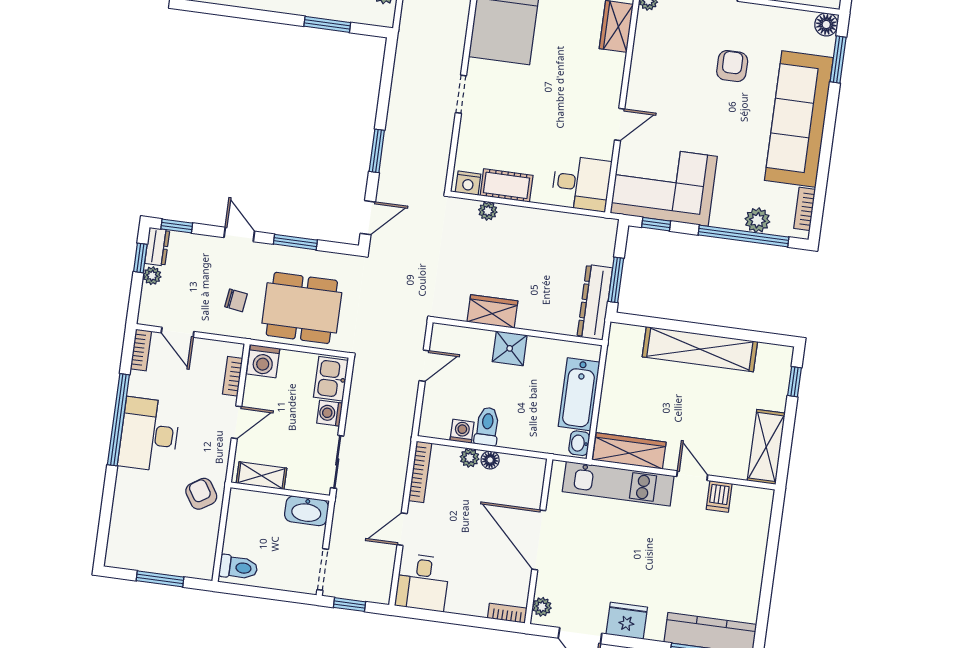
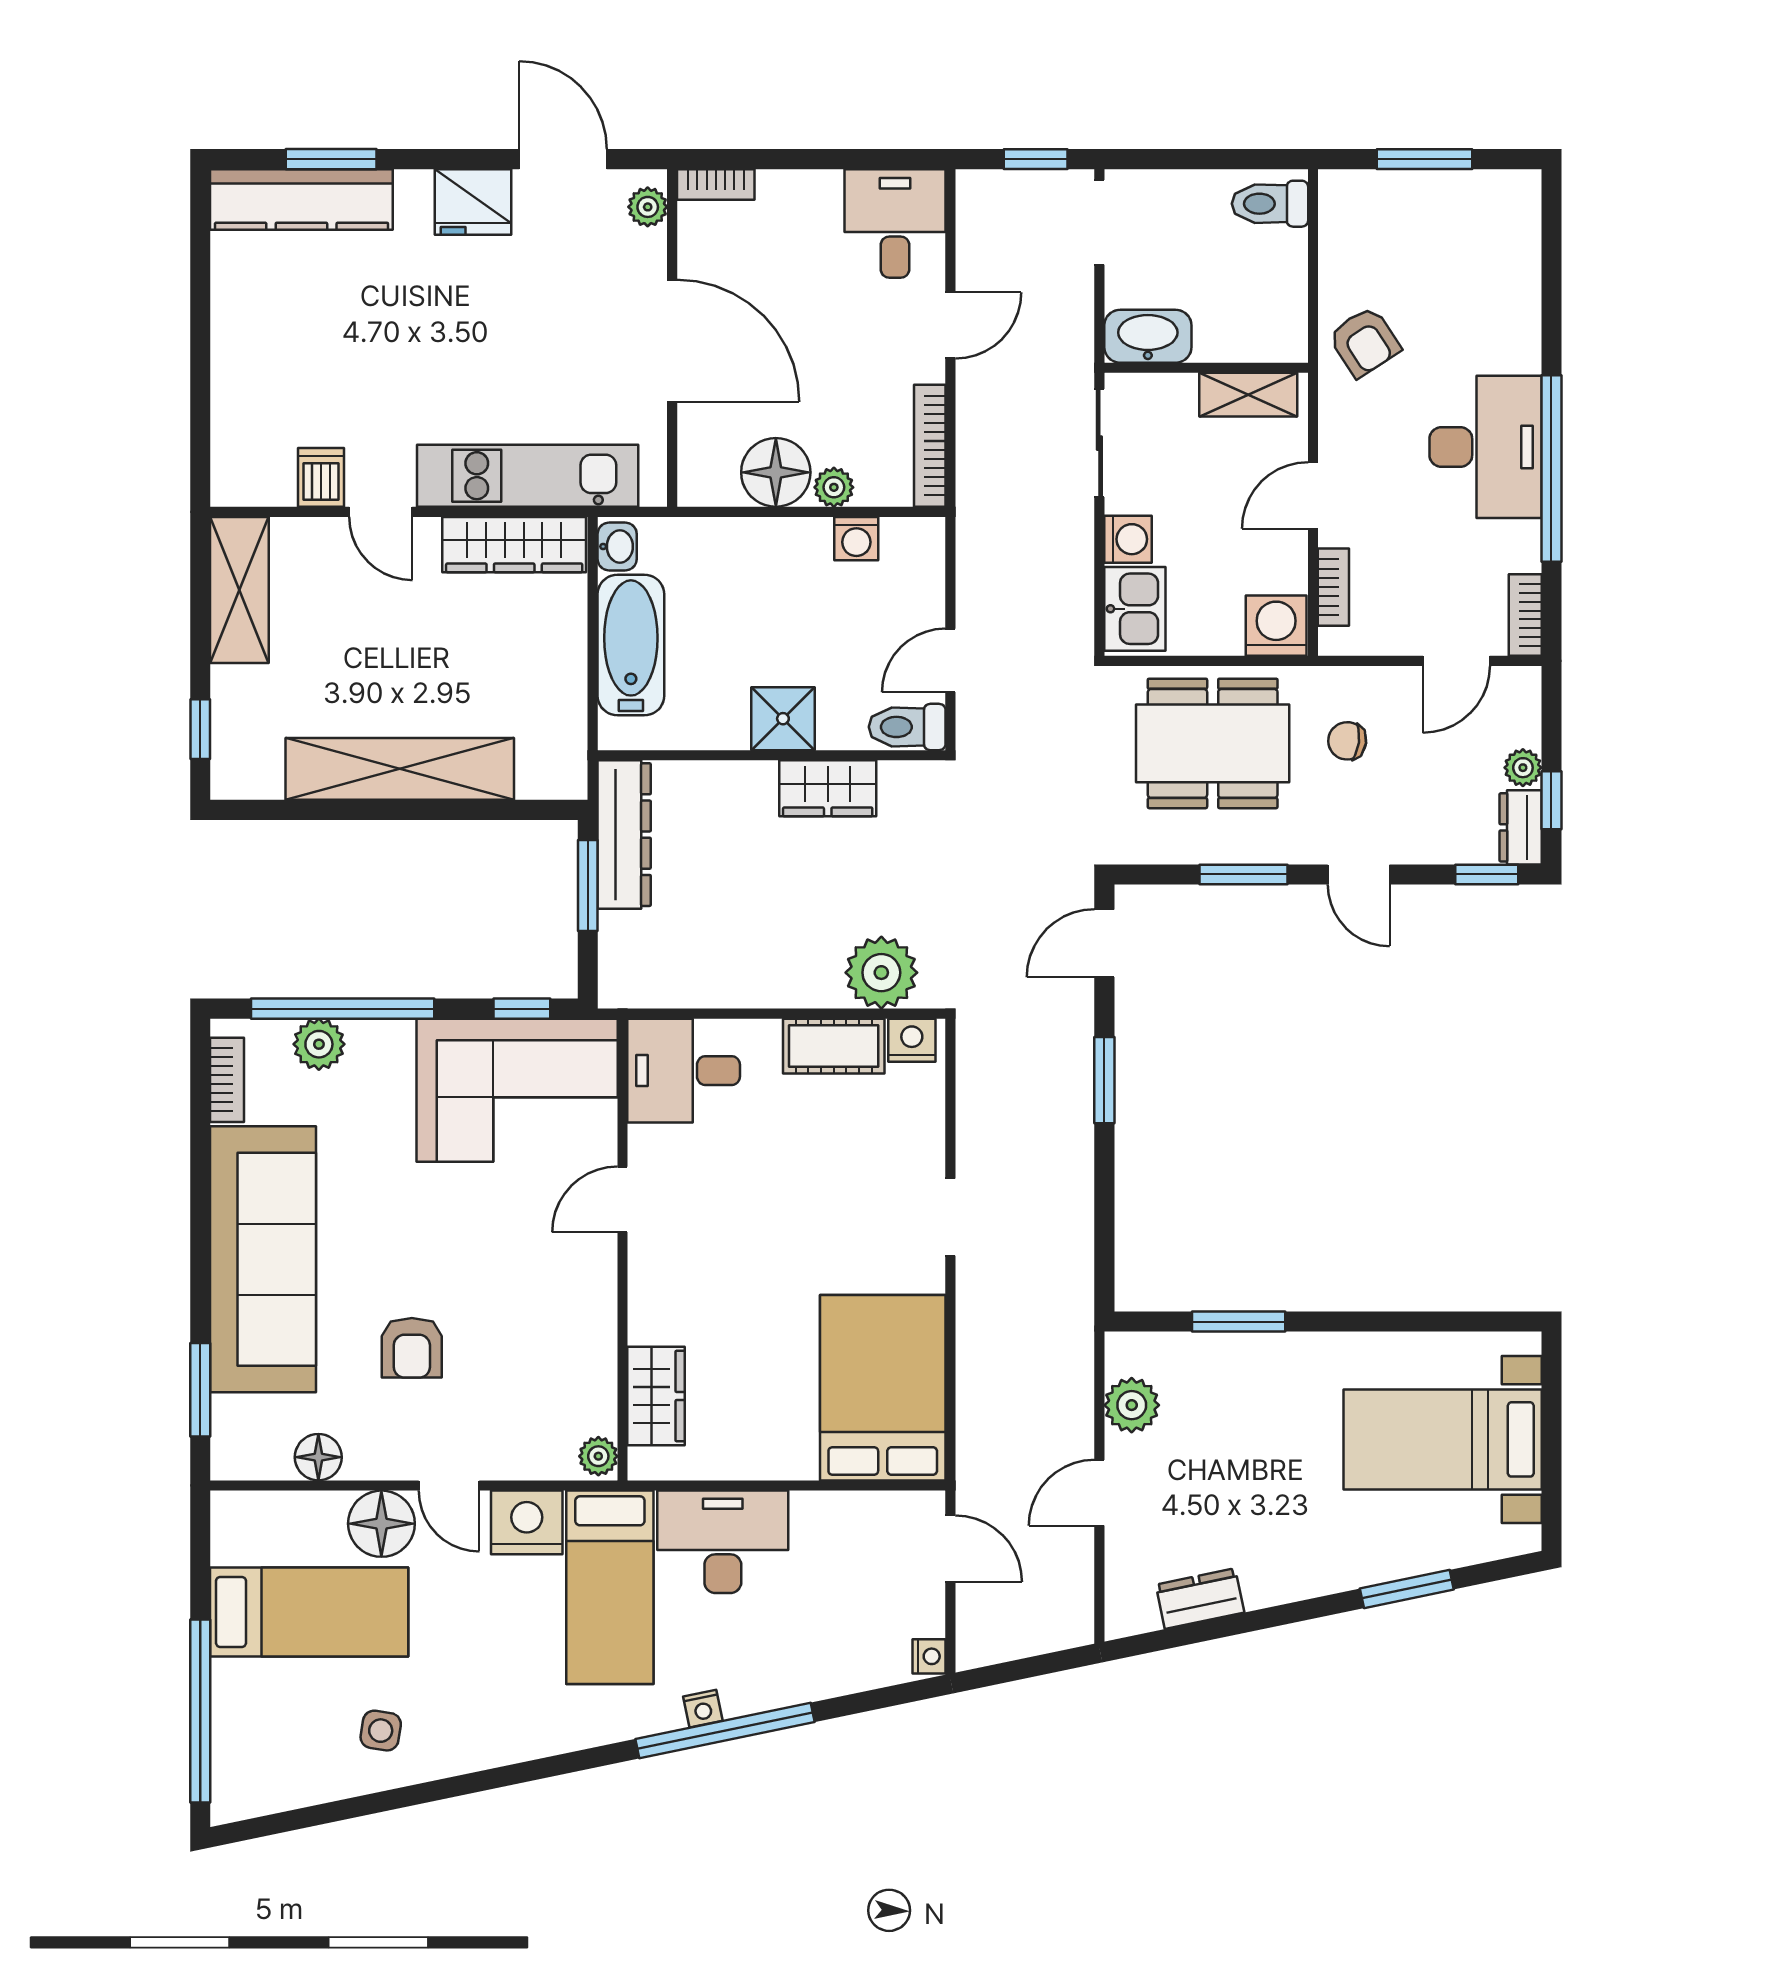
floor lamp: (826, 24) -> (318, 1457), moved
plant: (488, 211) -> (881, 973), width x1.88, depth x1.88
door: (178, 332) -> (1456, 661), swing flipped
toilet: (487, 427) -> (907, 727), moved, turned 90
floor lamp: (490, 460) -> (776, 472), width x1.89, depth x1.89

